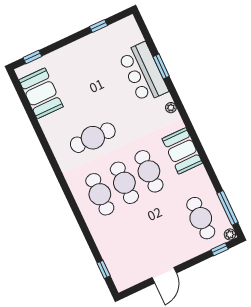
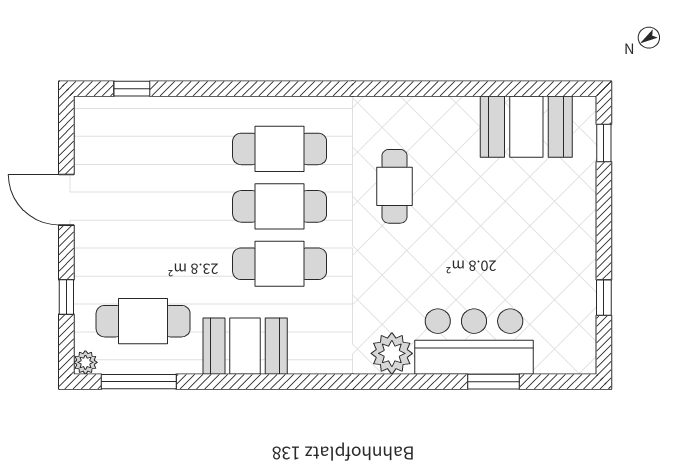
window: (161, 66) -> (493, 382), moved
plant: (171, 108) -> (392, 353), width x1.88, depth x1.88
cafe table: (93, 138) -> (394, 186), width x0.73, depth x0.74
booth: (182, 151) -> (245, 346), moved
window: (220, 249) -> (66, 297), moved

